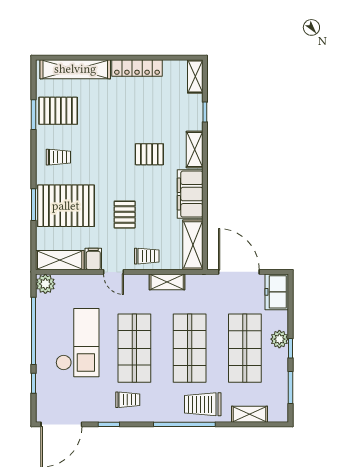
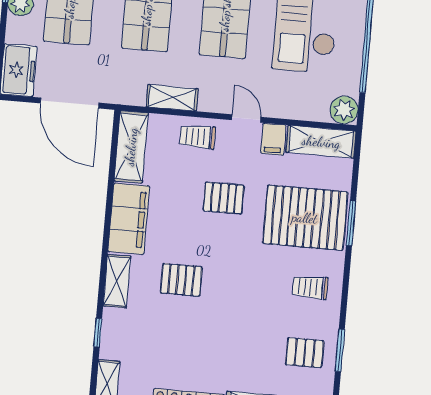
pallet: (58, 111) -> (305, 353), width x0.67, depth x0.71
pallet: (125, 215) -> (224, 198), turned 90

